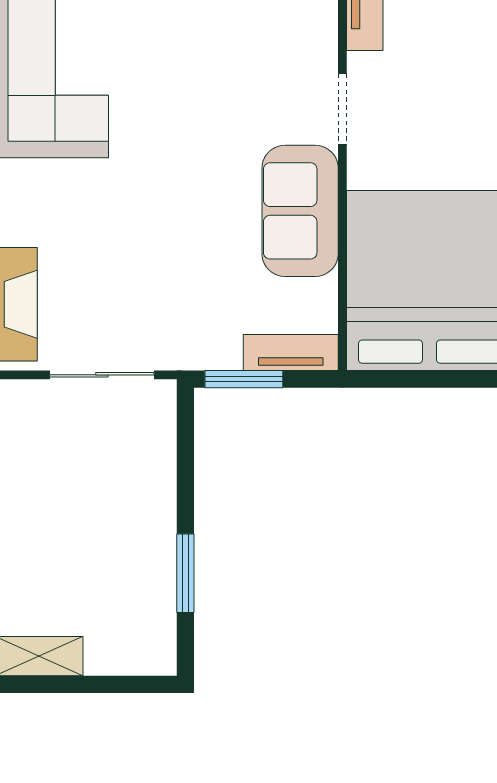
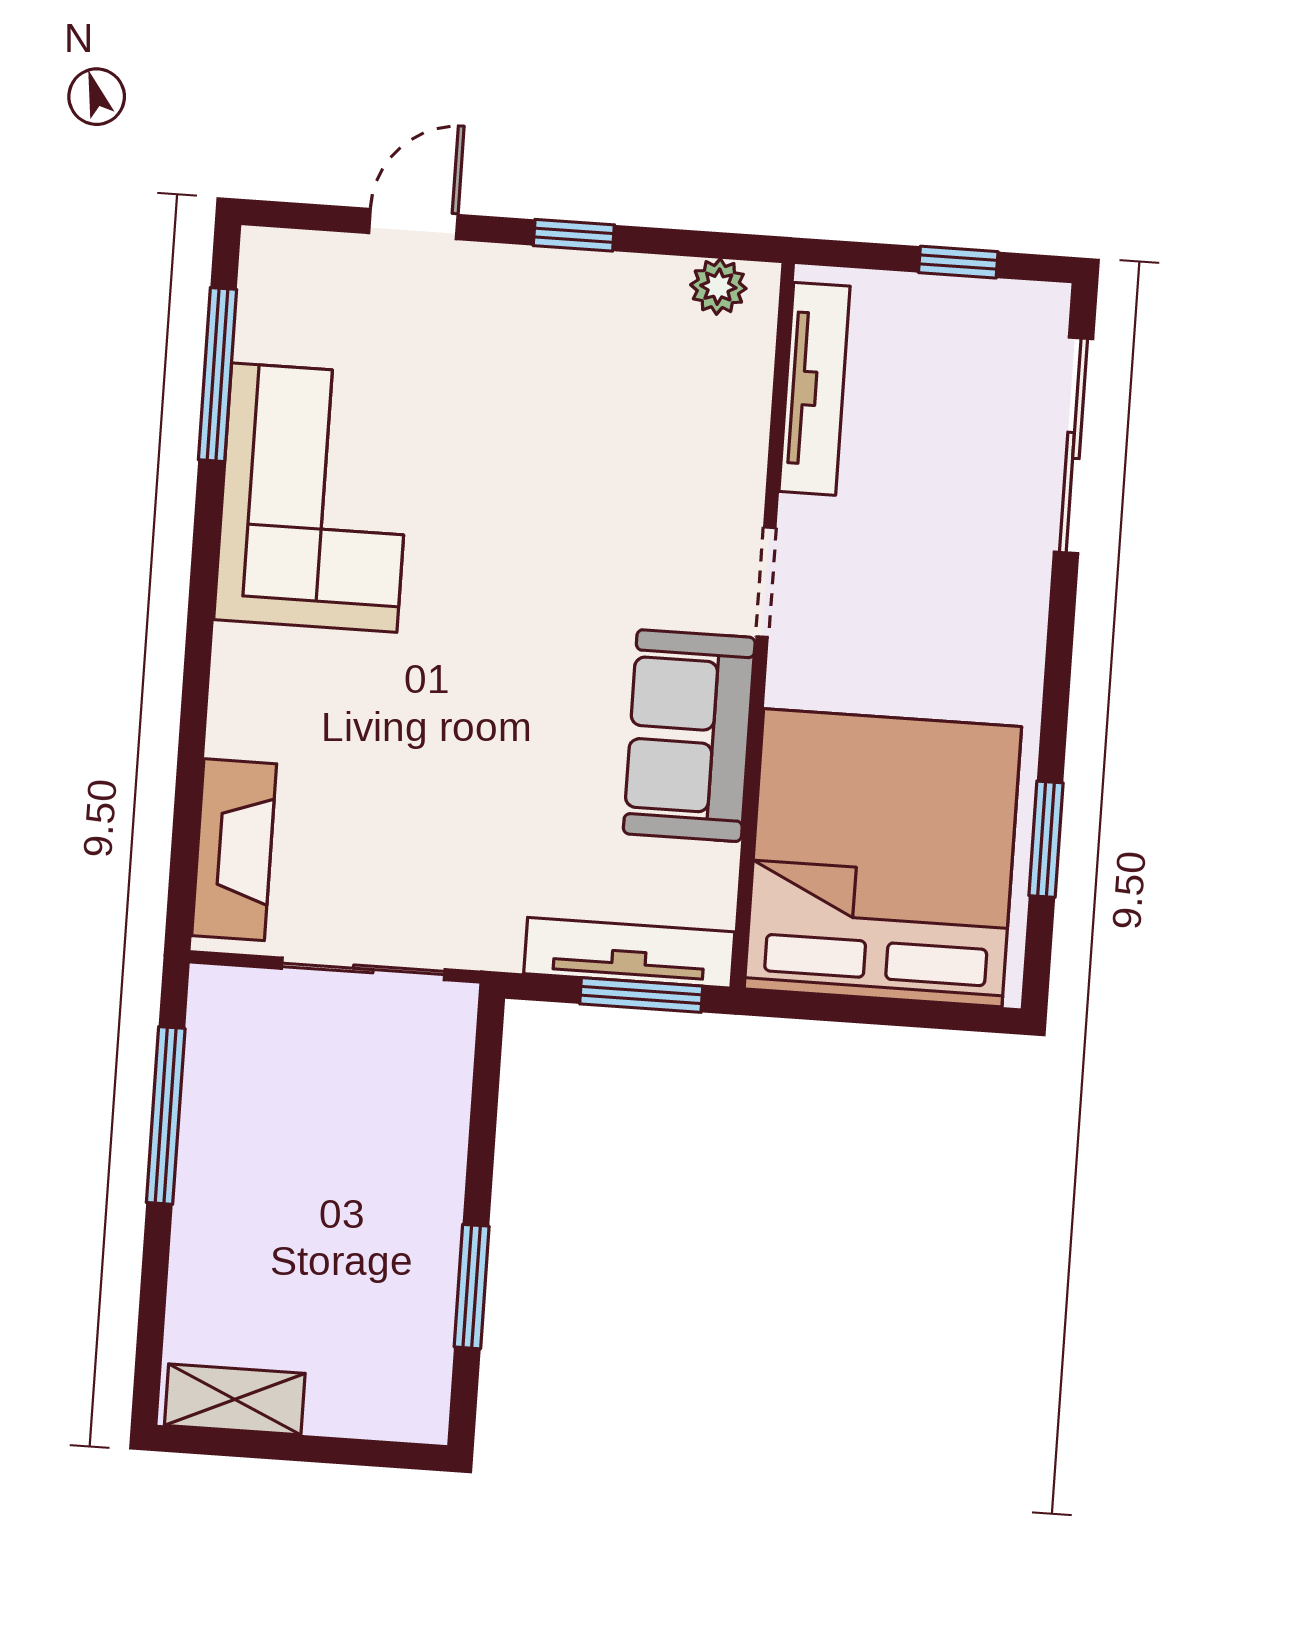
tv unit: (291, 352) -> (629, 953), width x1.41
window: (244, 379) -> (641, 995), moved

